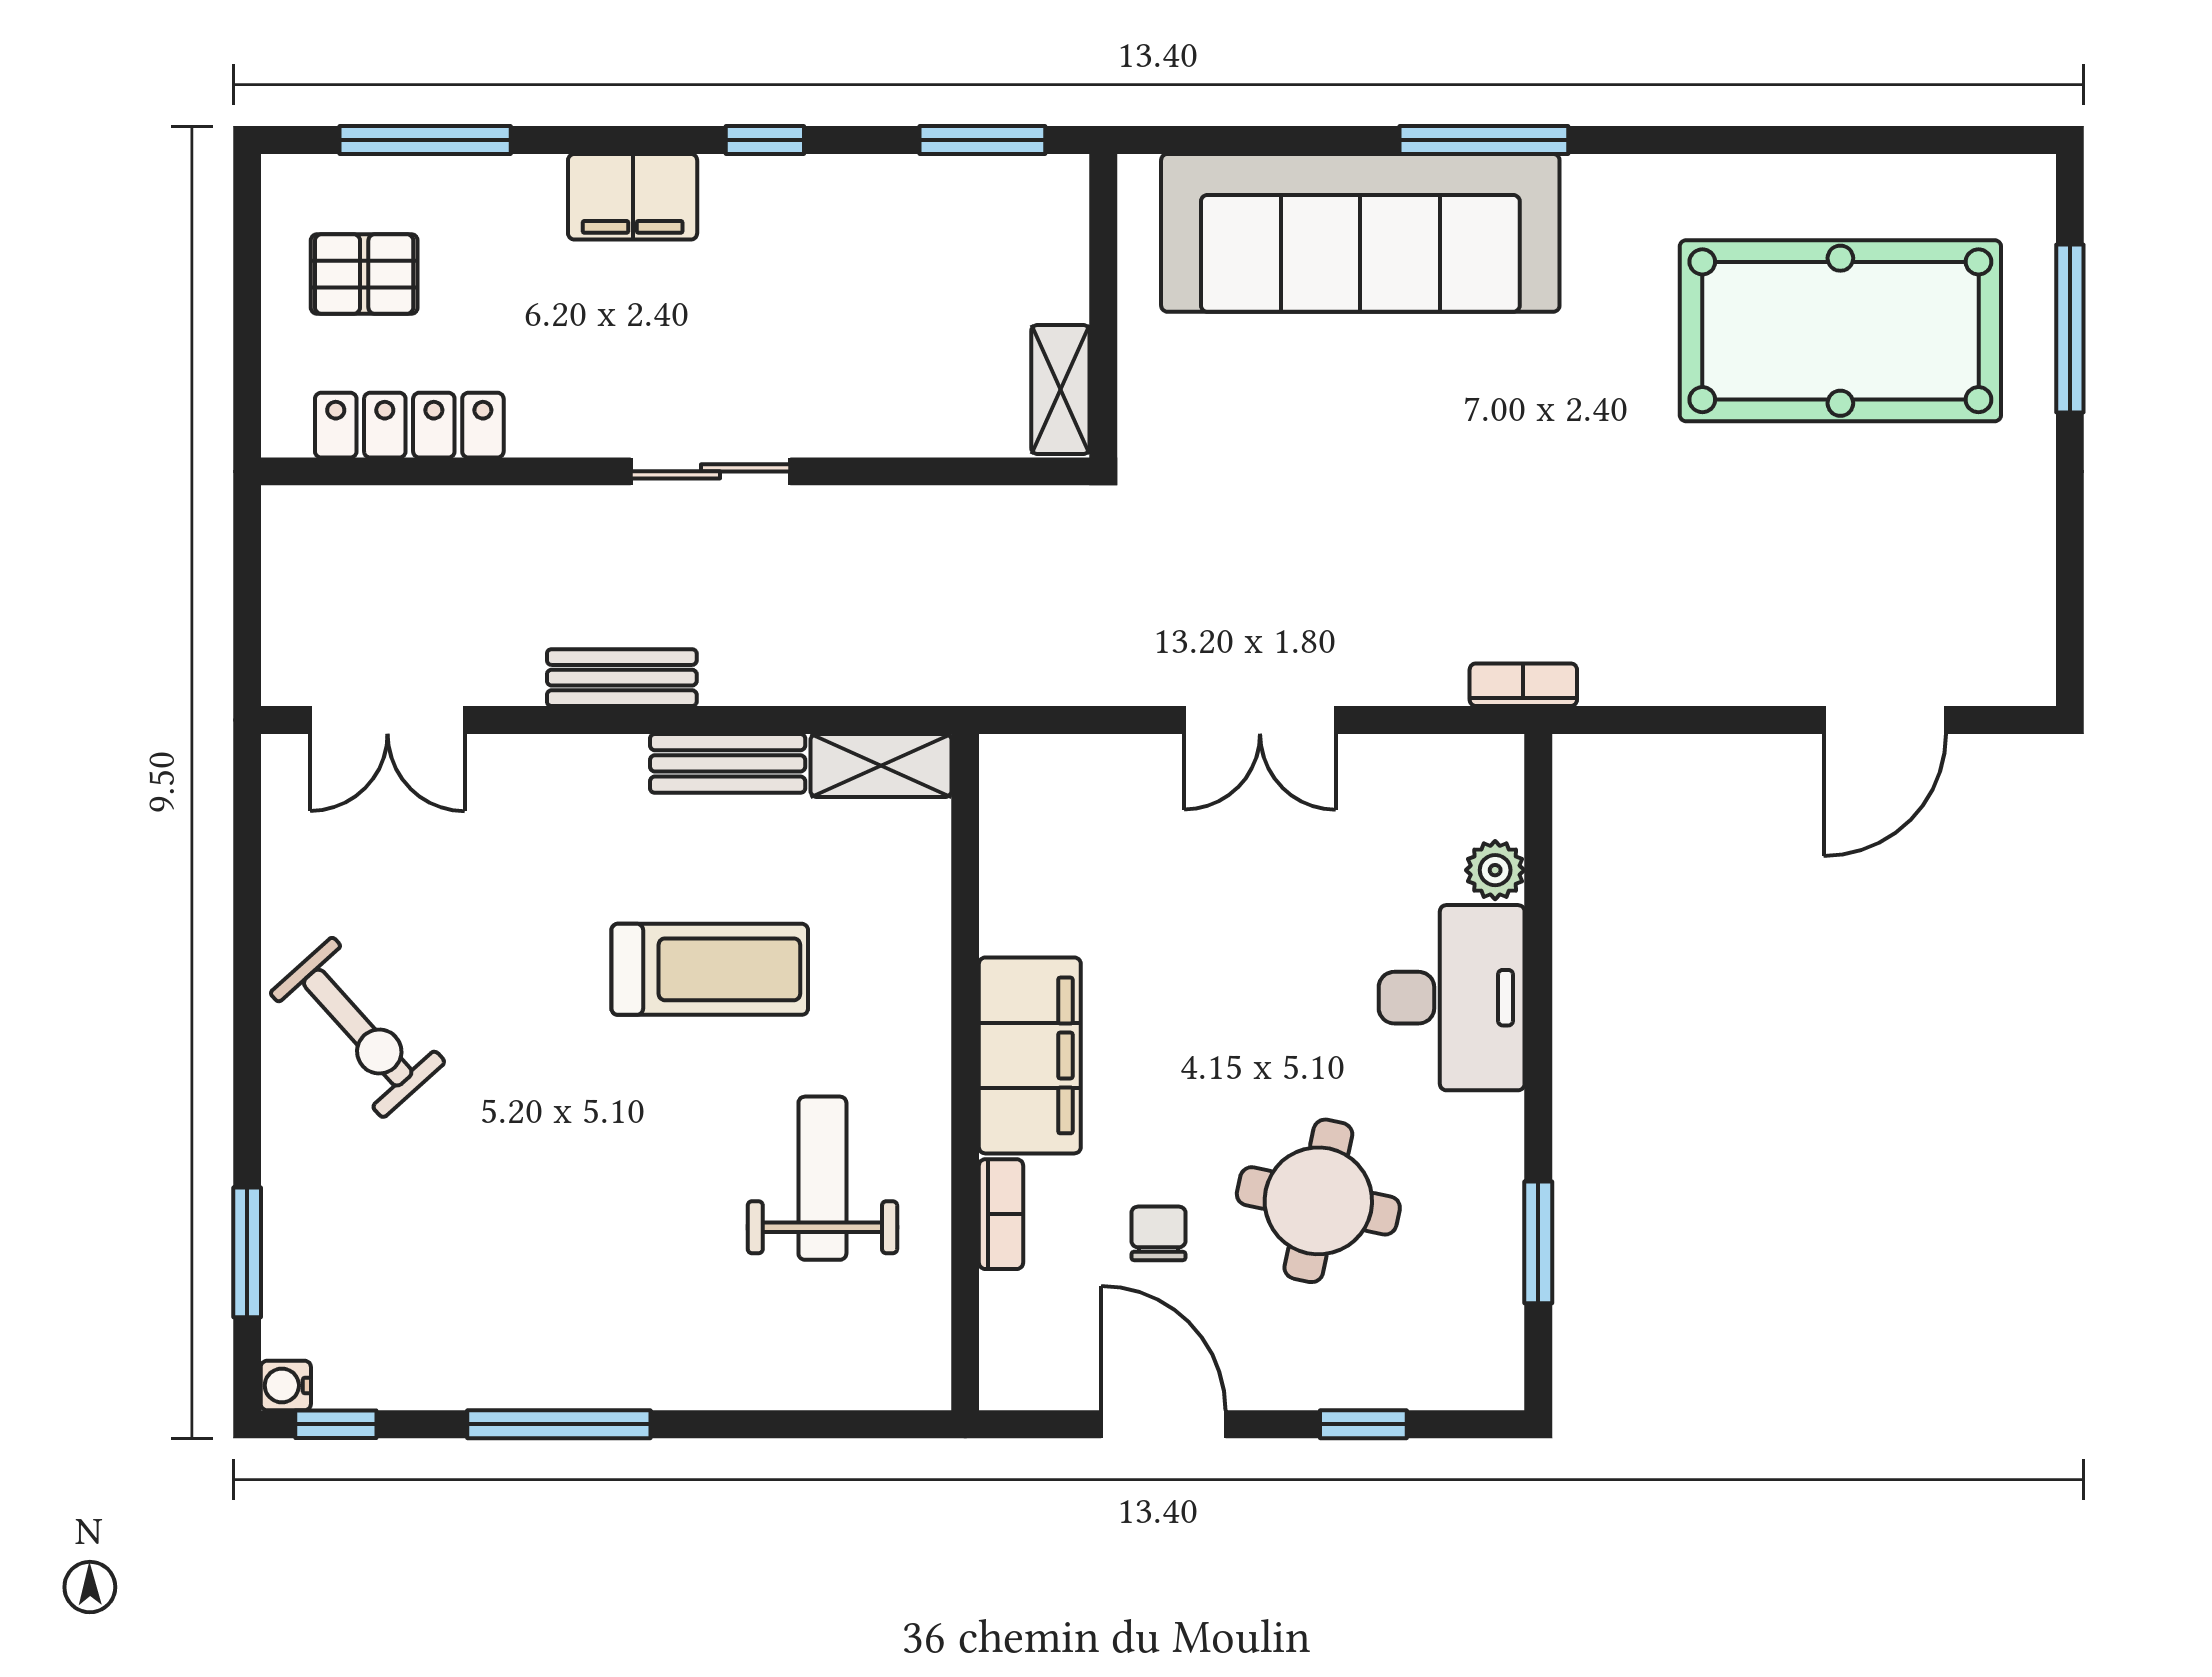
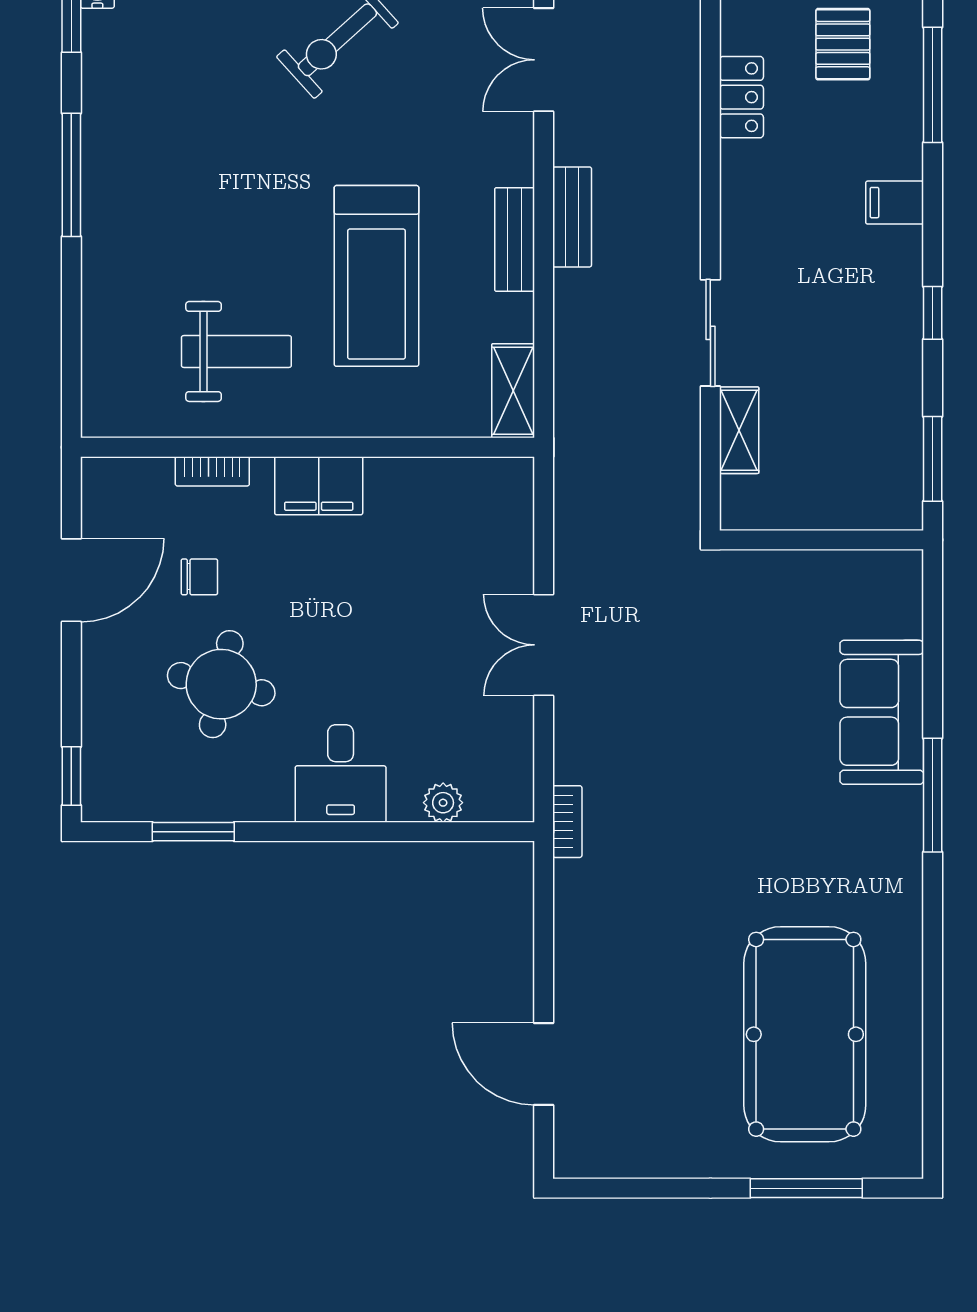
filing cabinet: (633, 197) -> (895, 203), width x0.50
sofa: (1360, 233) -> (882, 712), width x0.54, depth x0.79
shelving: (1060, 389) -> (739, 430), moved, turned 90
locker: (409, 425) -> (741, 97), width x0.66
sliding door: (710, 471) -> (710, 333), moved
bench: (728, 763) -> (515, 239), moved
treadmill: (710, 969) -> (376, 276), width x1.37, depth x1.38
desk: (1452, 998) -> (341, 774), width x0.73
filing cabinet: (1030, 1055) -> (319, 486), width x0.67, depth x0.86
window: (1363, 1424) -> (71, 776), moved

